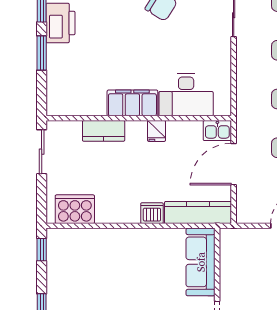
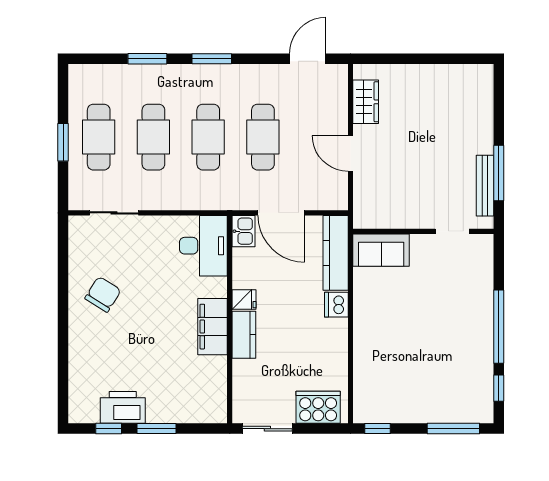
desk: (186, 95) -> (203, 246), moved
kitchen counter: (104, 131) -> (244, 335), moved
cooker: (75, 209) -> (318, 407), moved, turned 90
sofa: (201, 262) -> (381, 250), width x0.73

